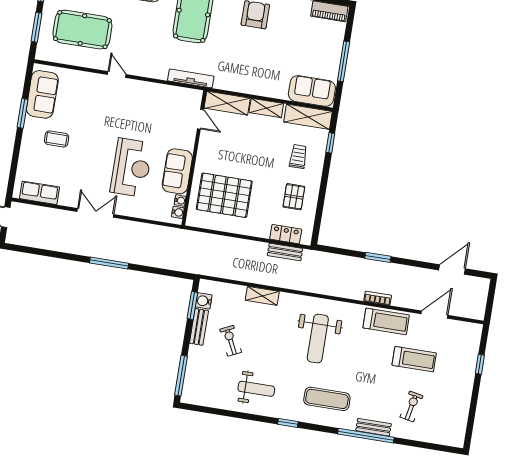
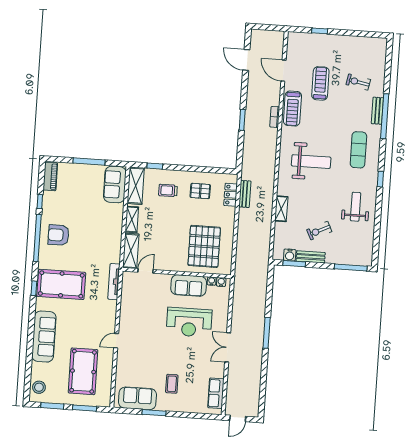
reception desk: (131, 168) -> (189, 322), turned 180
treadmill: (386, 321) -> (292, 109), turned 180

